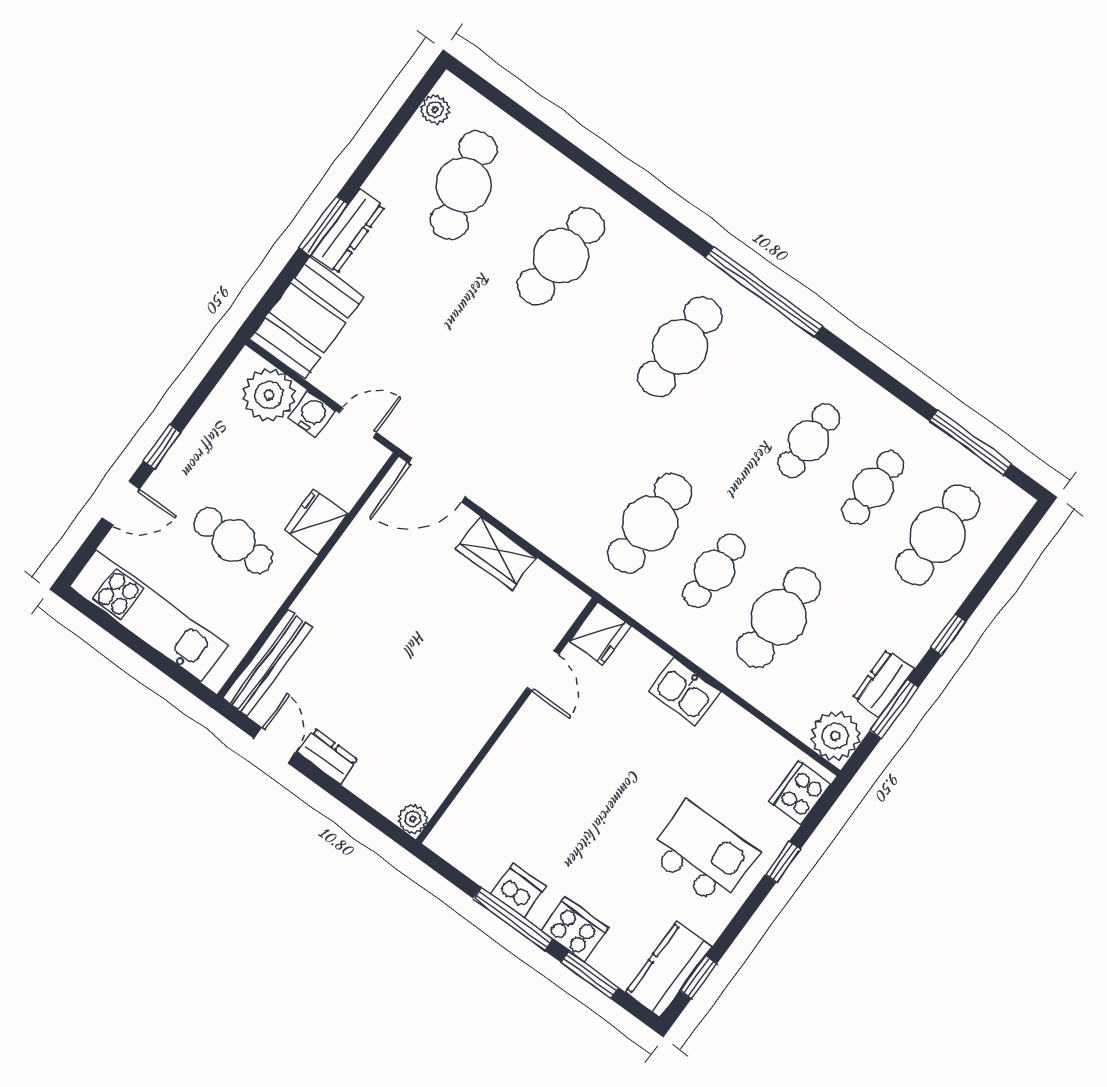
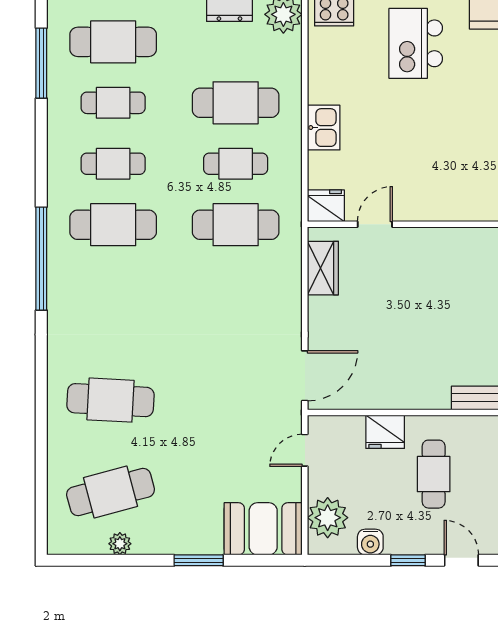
plant: (435, 109) -> (120, 544), moved
dresser: (348, 231) -> (191, 543), removed
cafe table: (680, 347) -> (113, 225), moved
water cooler: (312, 414) -> (370, 542), moved, turned -90
door: (358, 423) -> (305, 450), hinge flipped
door: (437, 480) -> (305, 376), hinge flipped
wardrobe: (496, 553) -> (323, 268), moved

